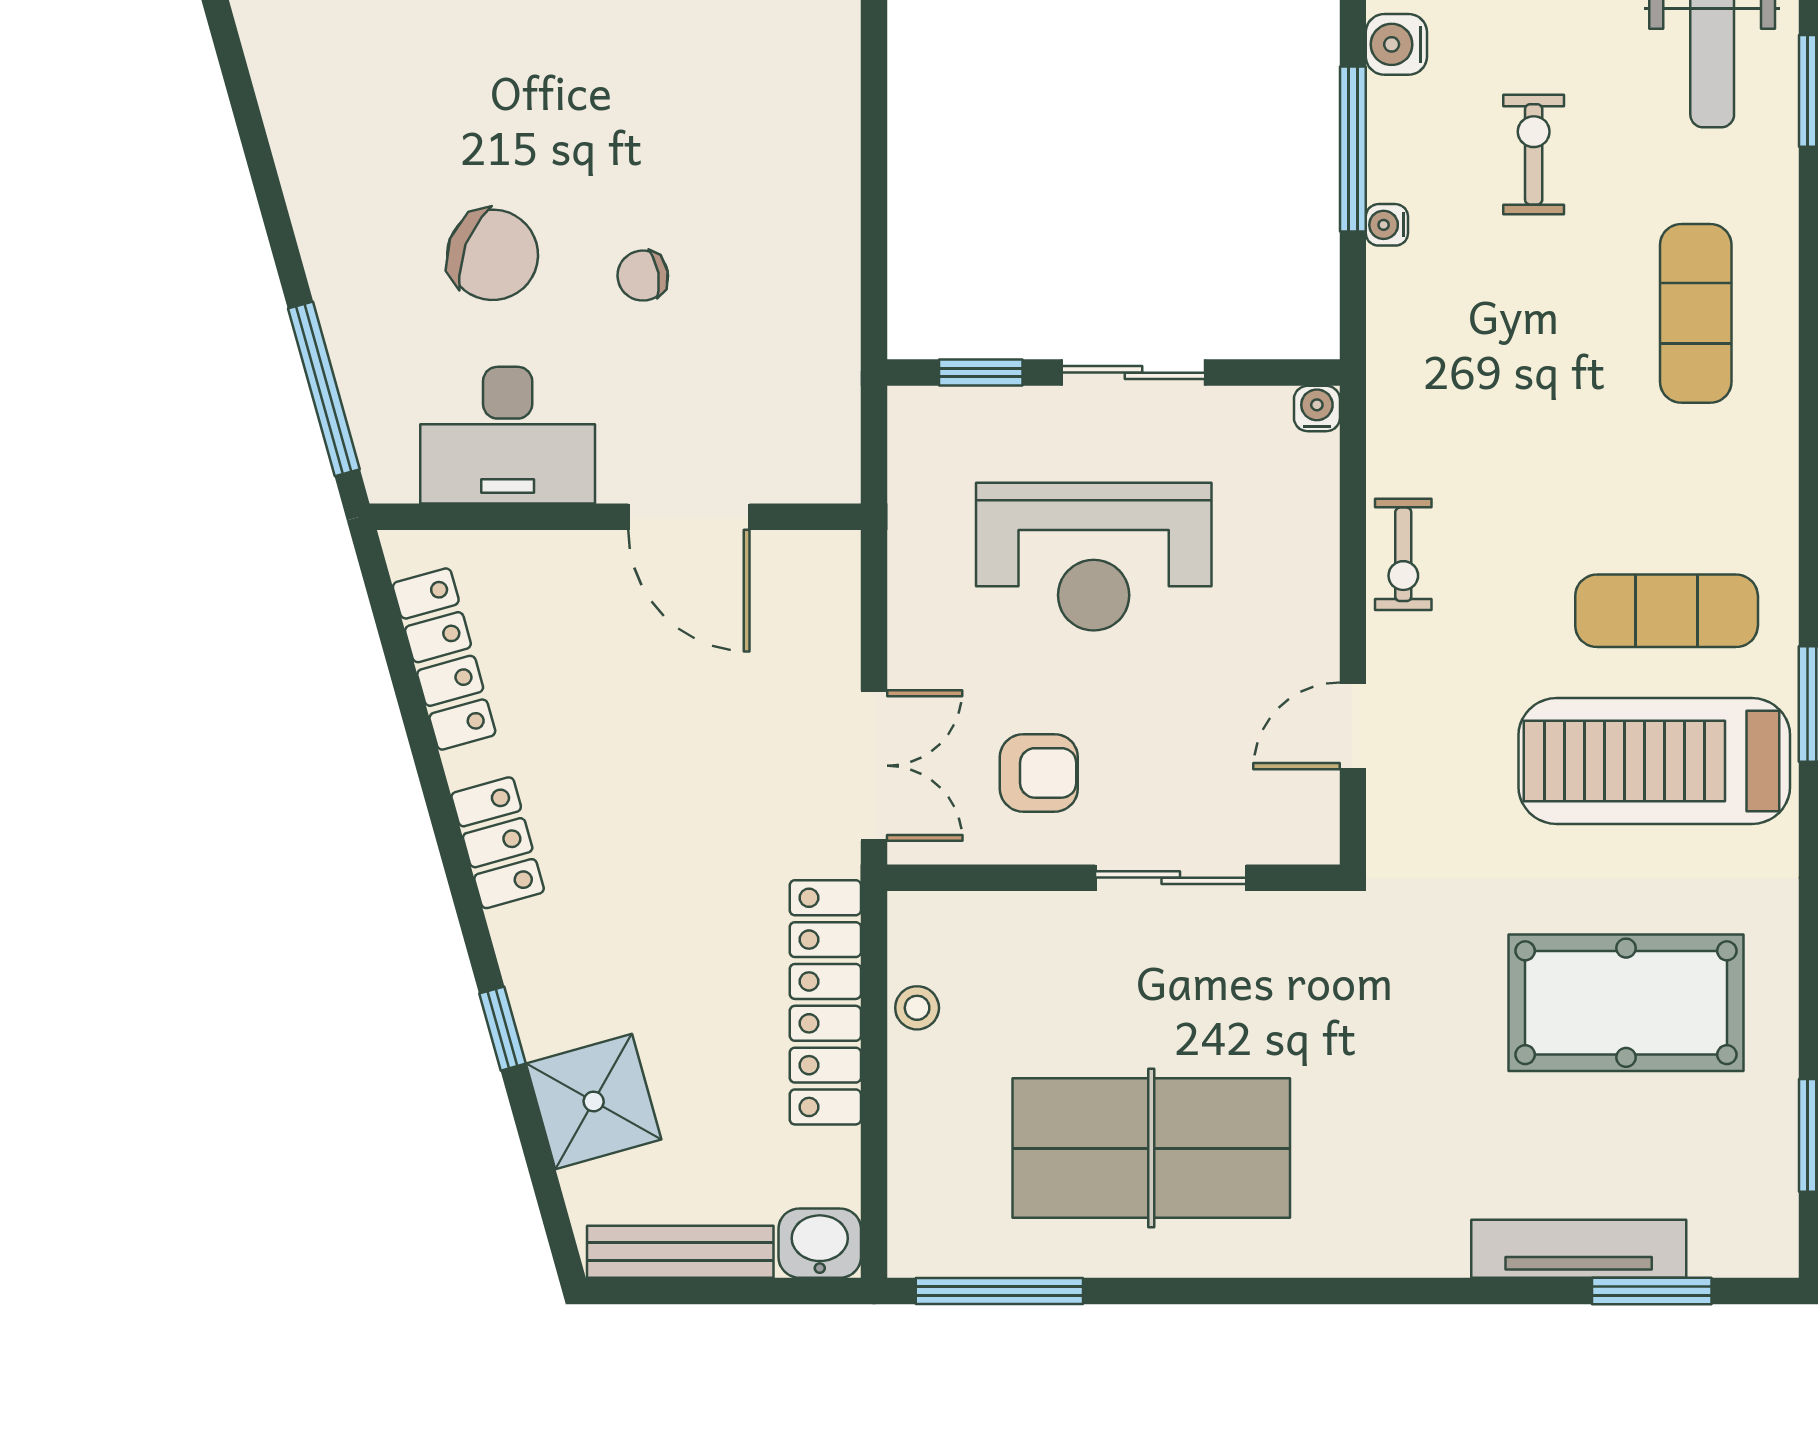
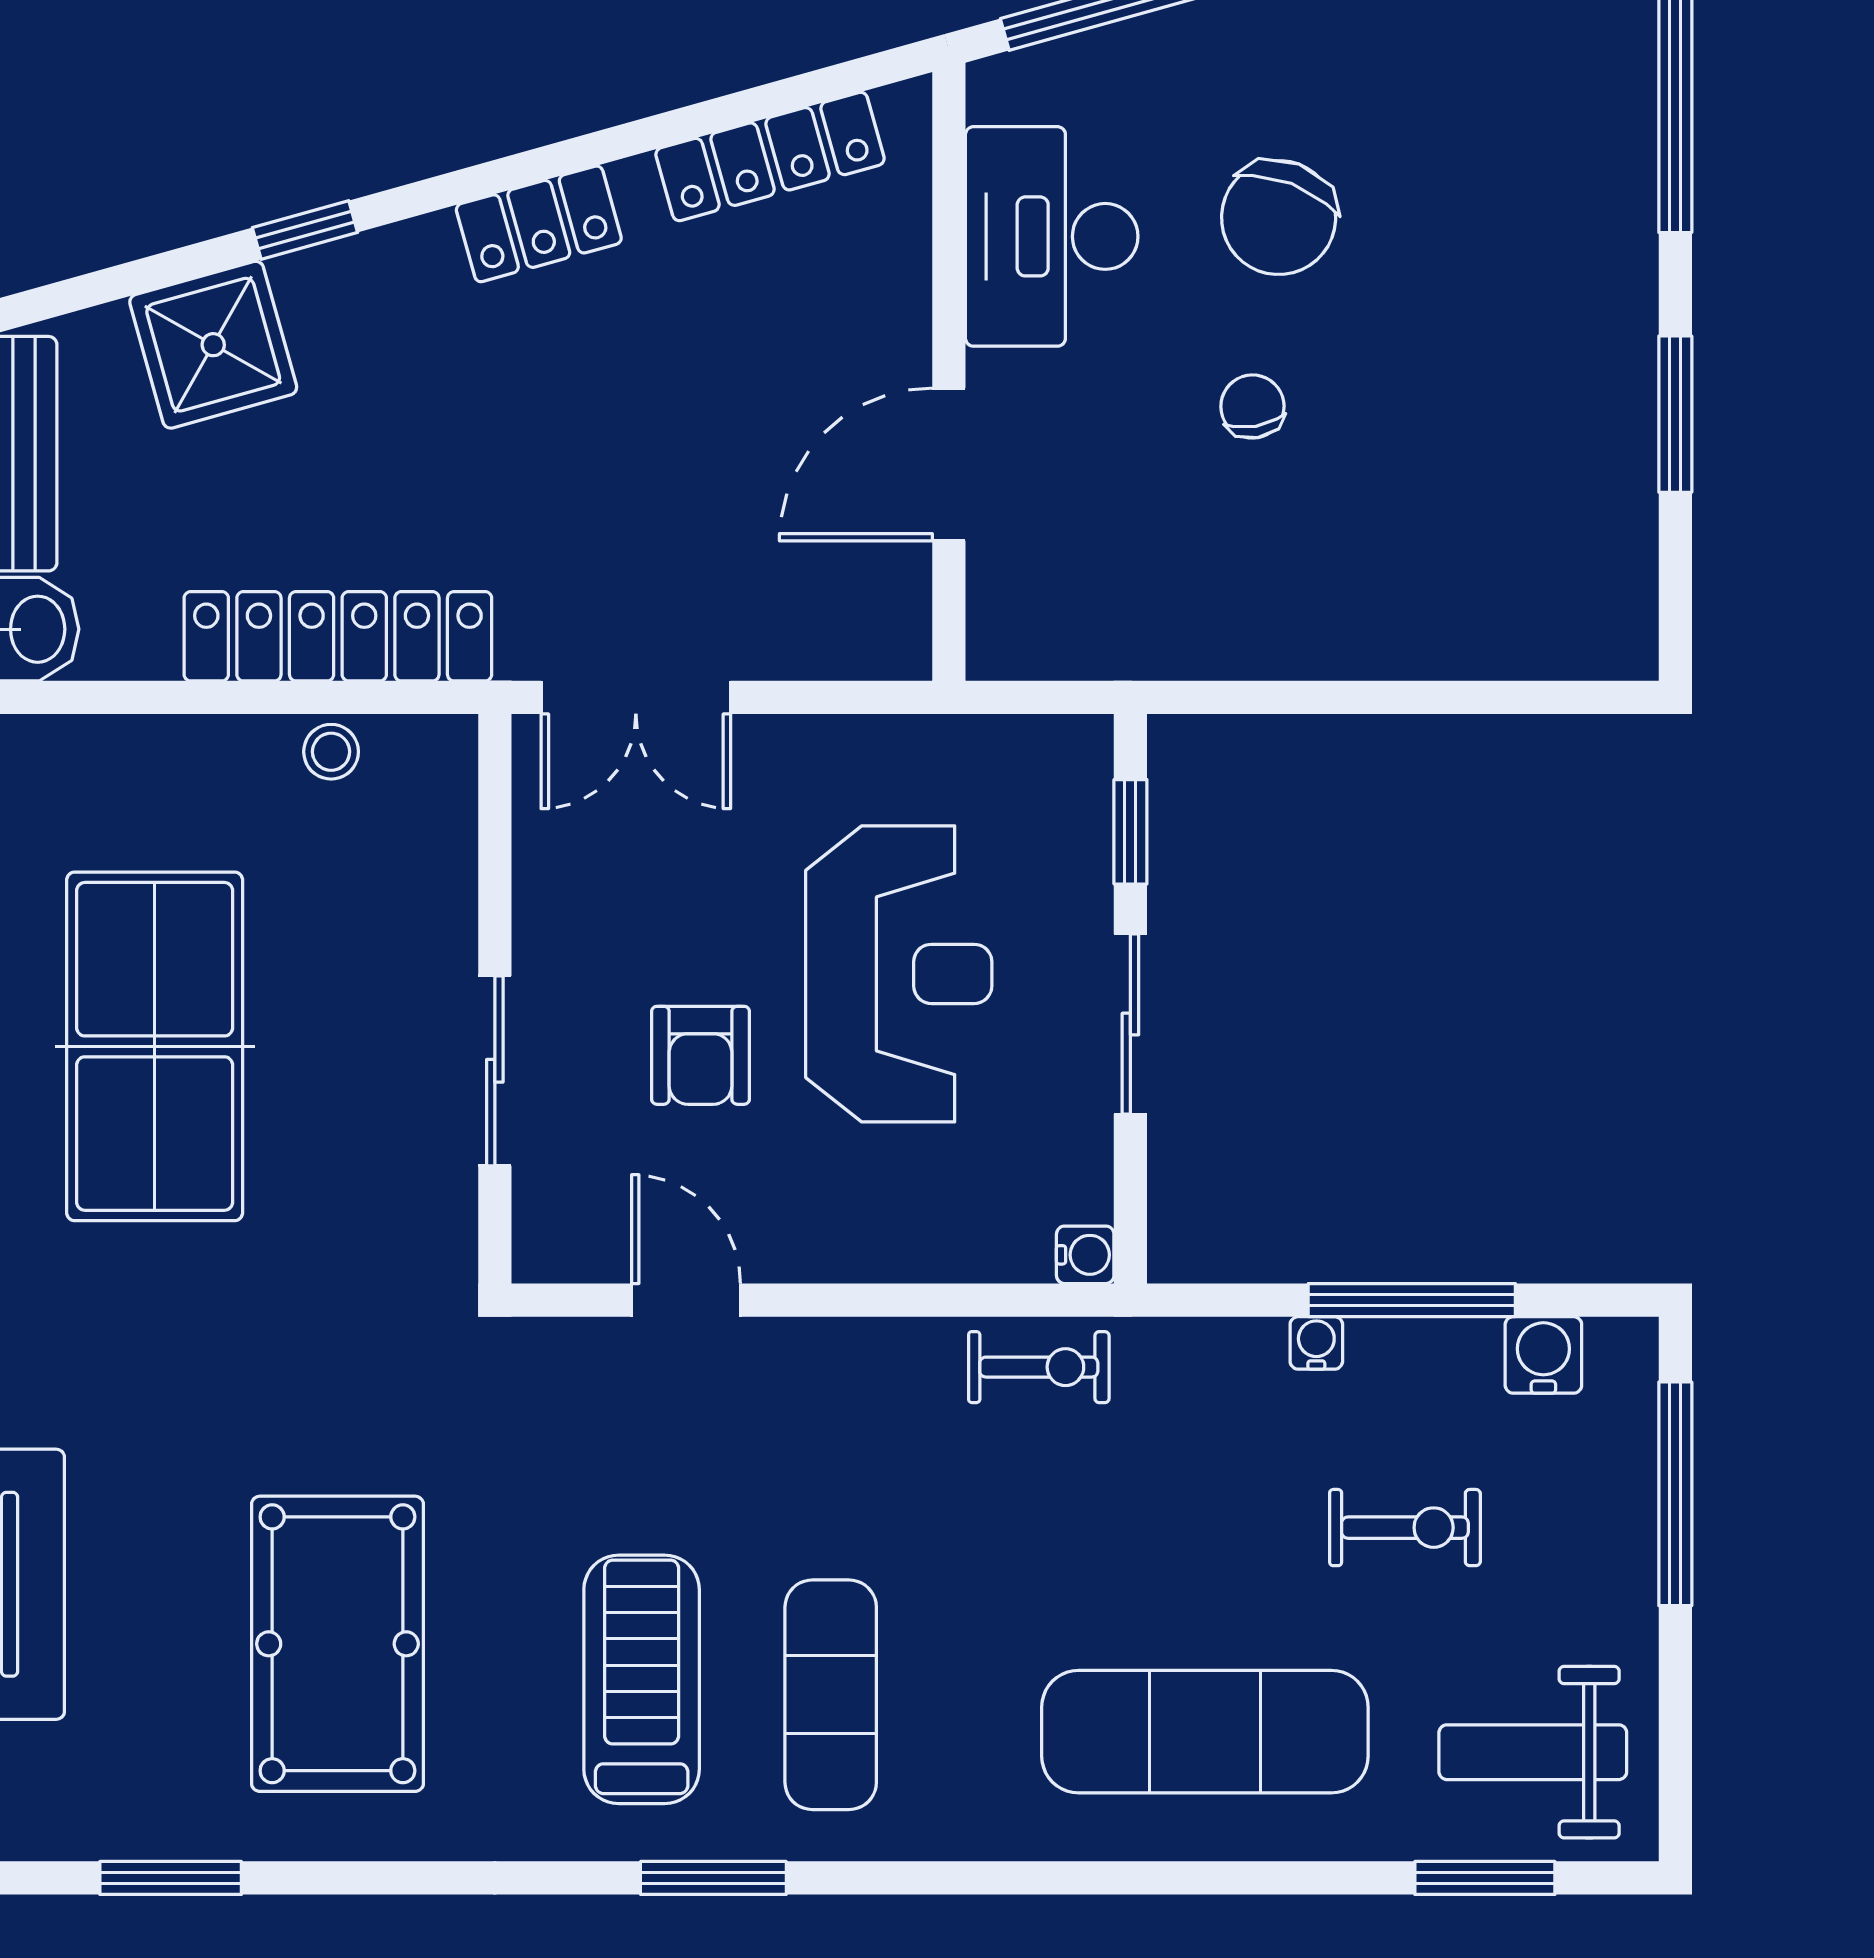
exercise mat: (1696, 313) -> (1205, 1732), width x1.36, depth x1.45
exercise bike: (1403, 554) -> (1039, 1367), moved, turned 180
reception desk: (1094, 557) -> (899, 974), turned 180
treadmill: (1654, 761) -> (642, 1679), width x0.73, depth x0.73
armchair: (1039, 773) -> (701, 1055), moved

